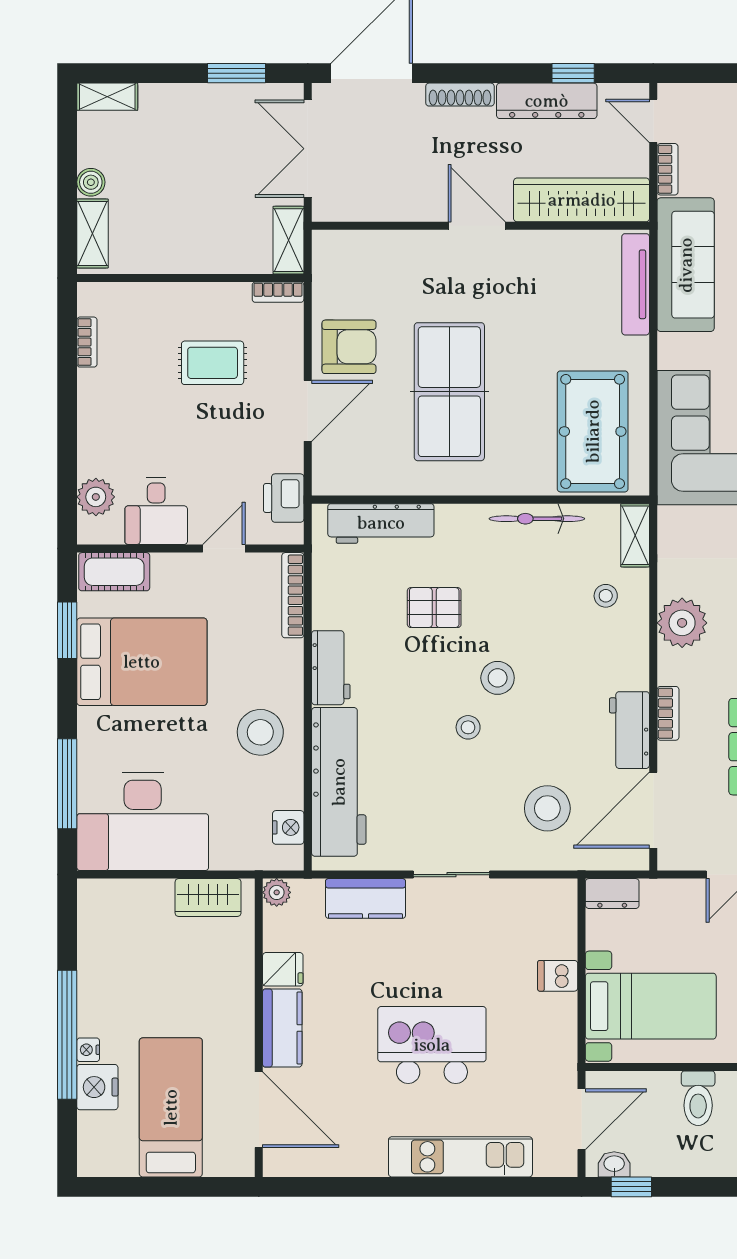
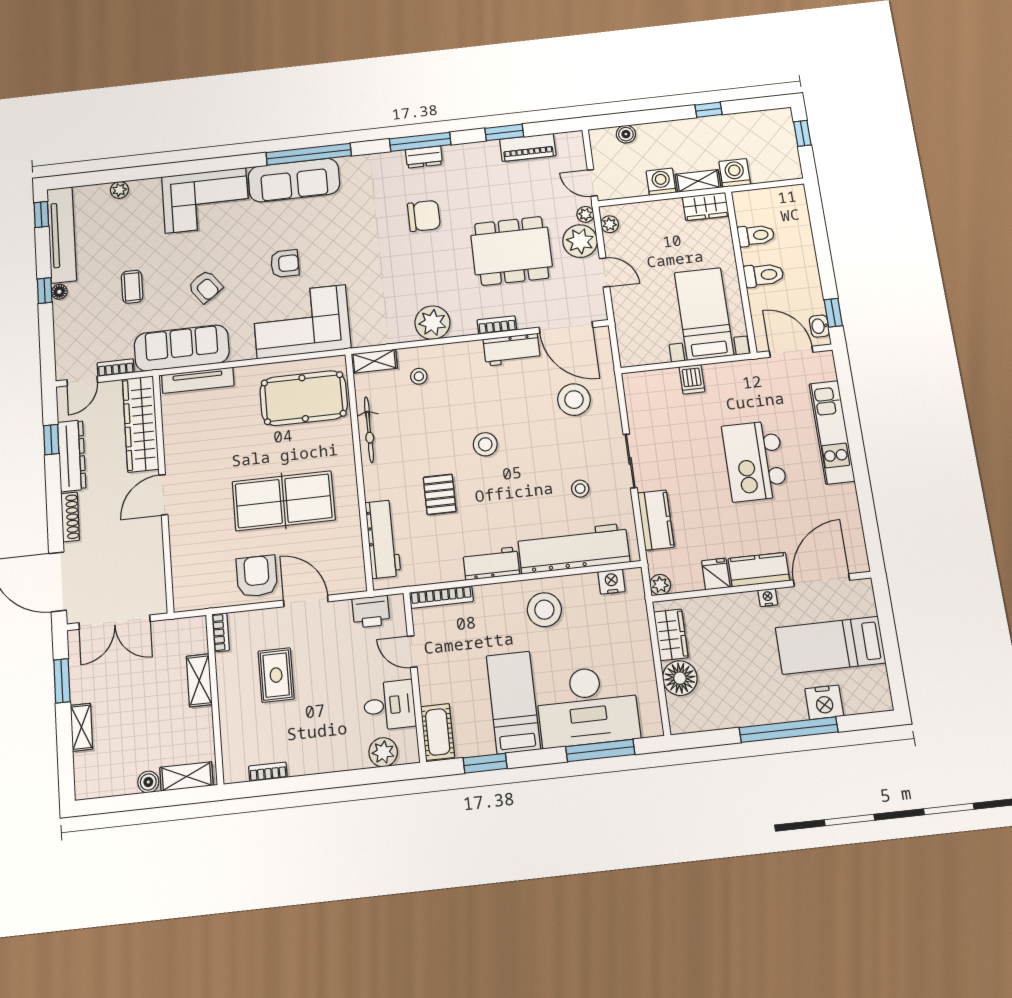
shelving: (107, 97) -> (81, 727), moved
shelving: (288, 240) -> (199, 680), moved, turned 90
bed: (142, 662) -> (513, 702), width x0.67
stool: (468, 727) -> (580, 489), moved
desk: (143, 821) -> (587, 706), moved, turned 90
dresser: (612, 894) -> (628, 349), removed
floor lamp: (150, 901) -> (680, 678), added
nightstand: (88, 1050) -> (768, 597), moved, turned 180

